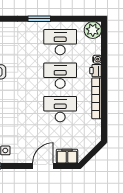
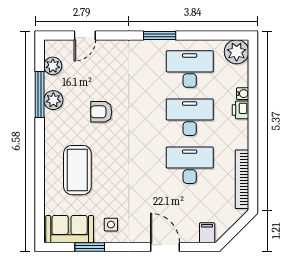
bookcase: (97, 98) -> (242, 179), moved
filing cabinet: (67, 156) -> (207, 233), width x0.50
door: (43, 166) -> (165, 247), hinge flipped

